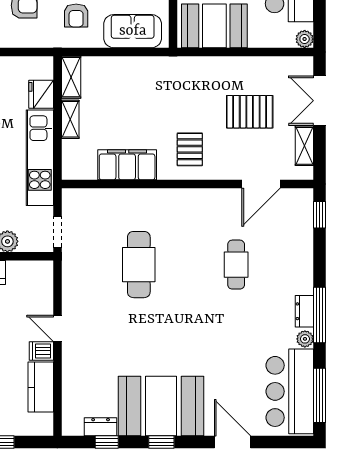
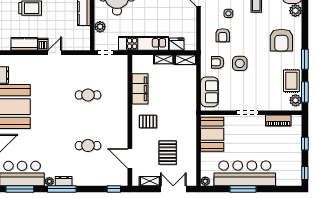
cafe table: (139, 265) -> (88, 95), width x0.73, depth x0.74

